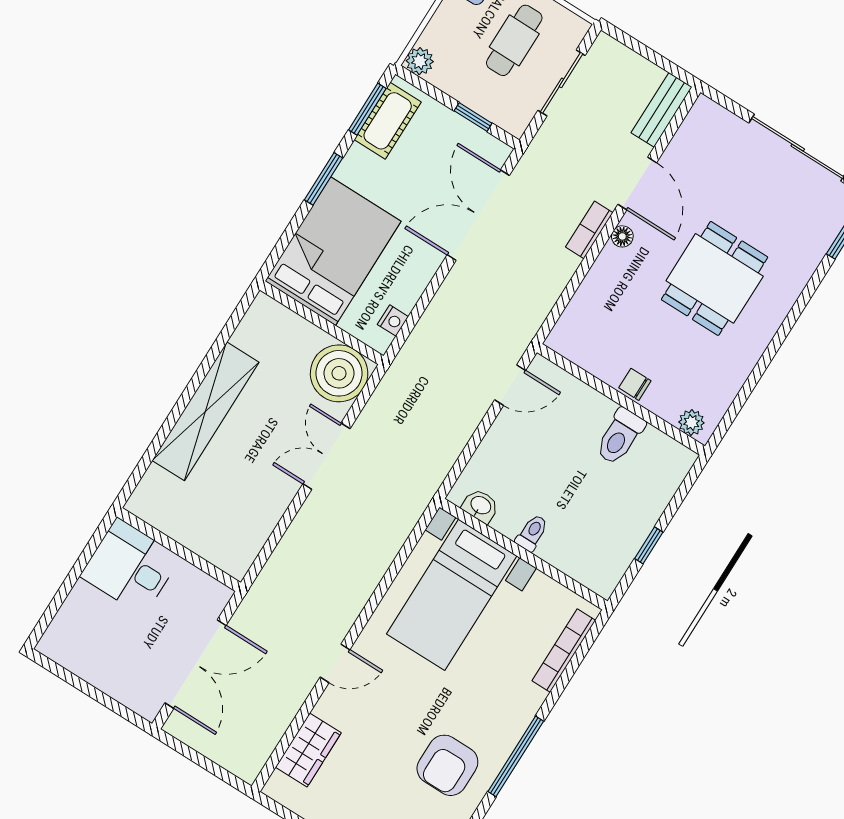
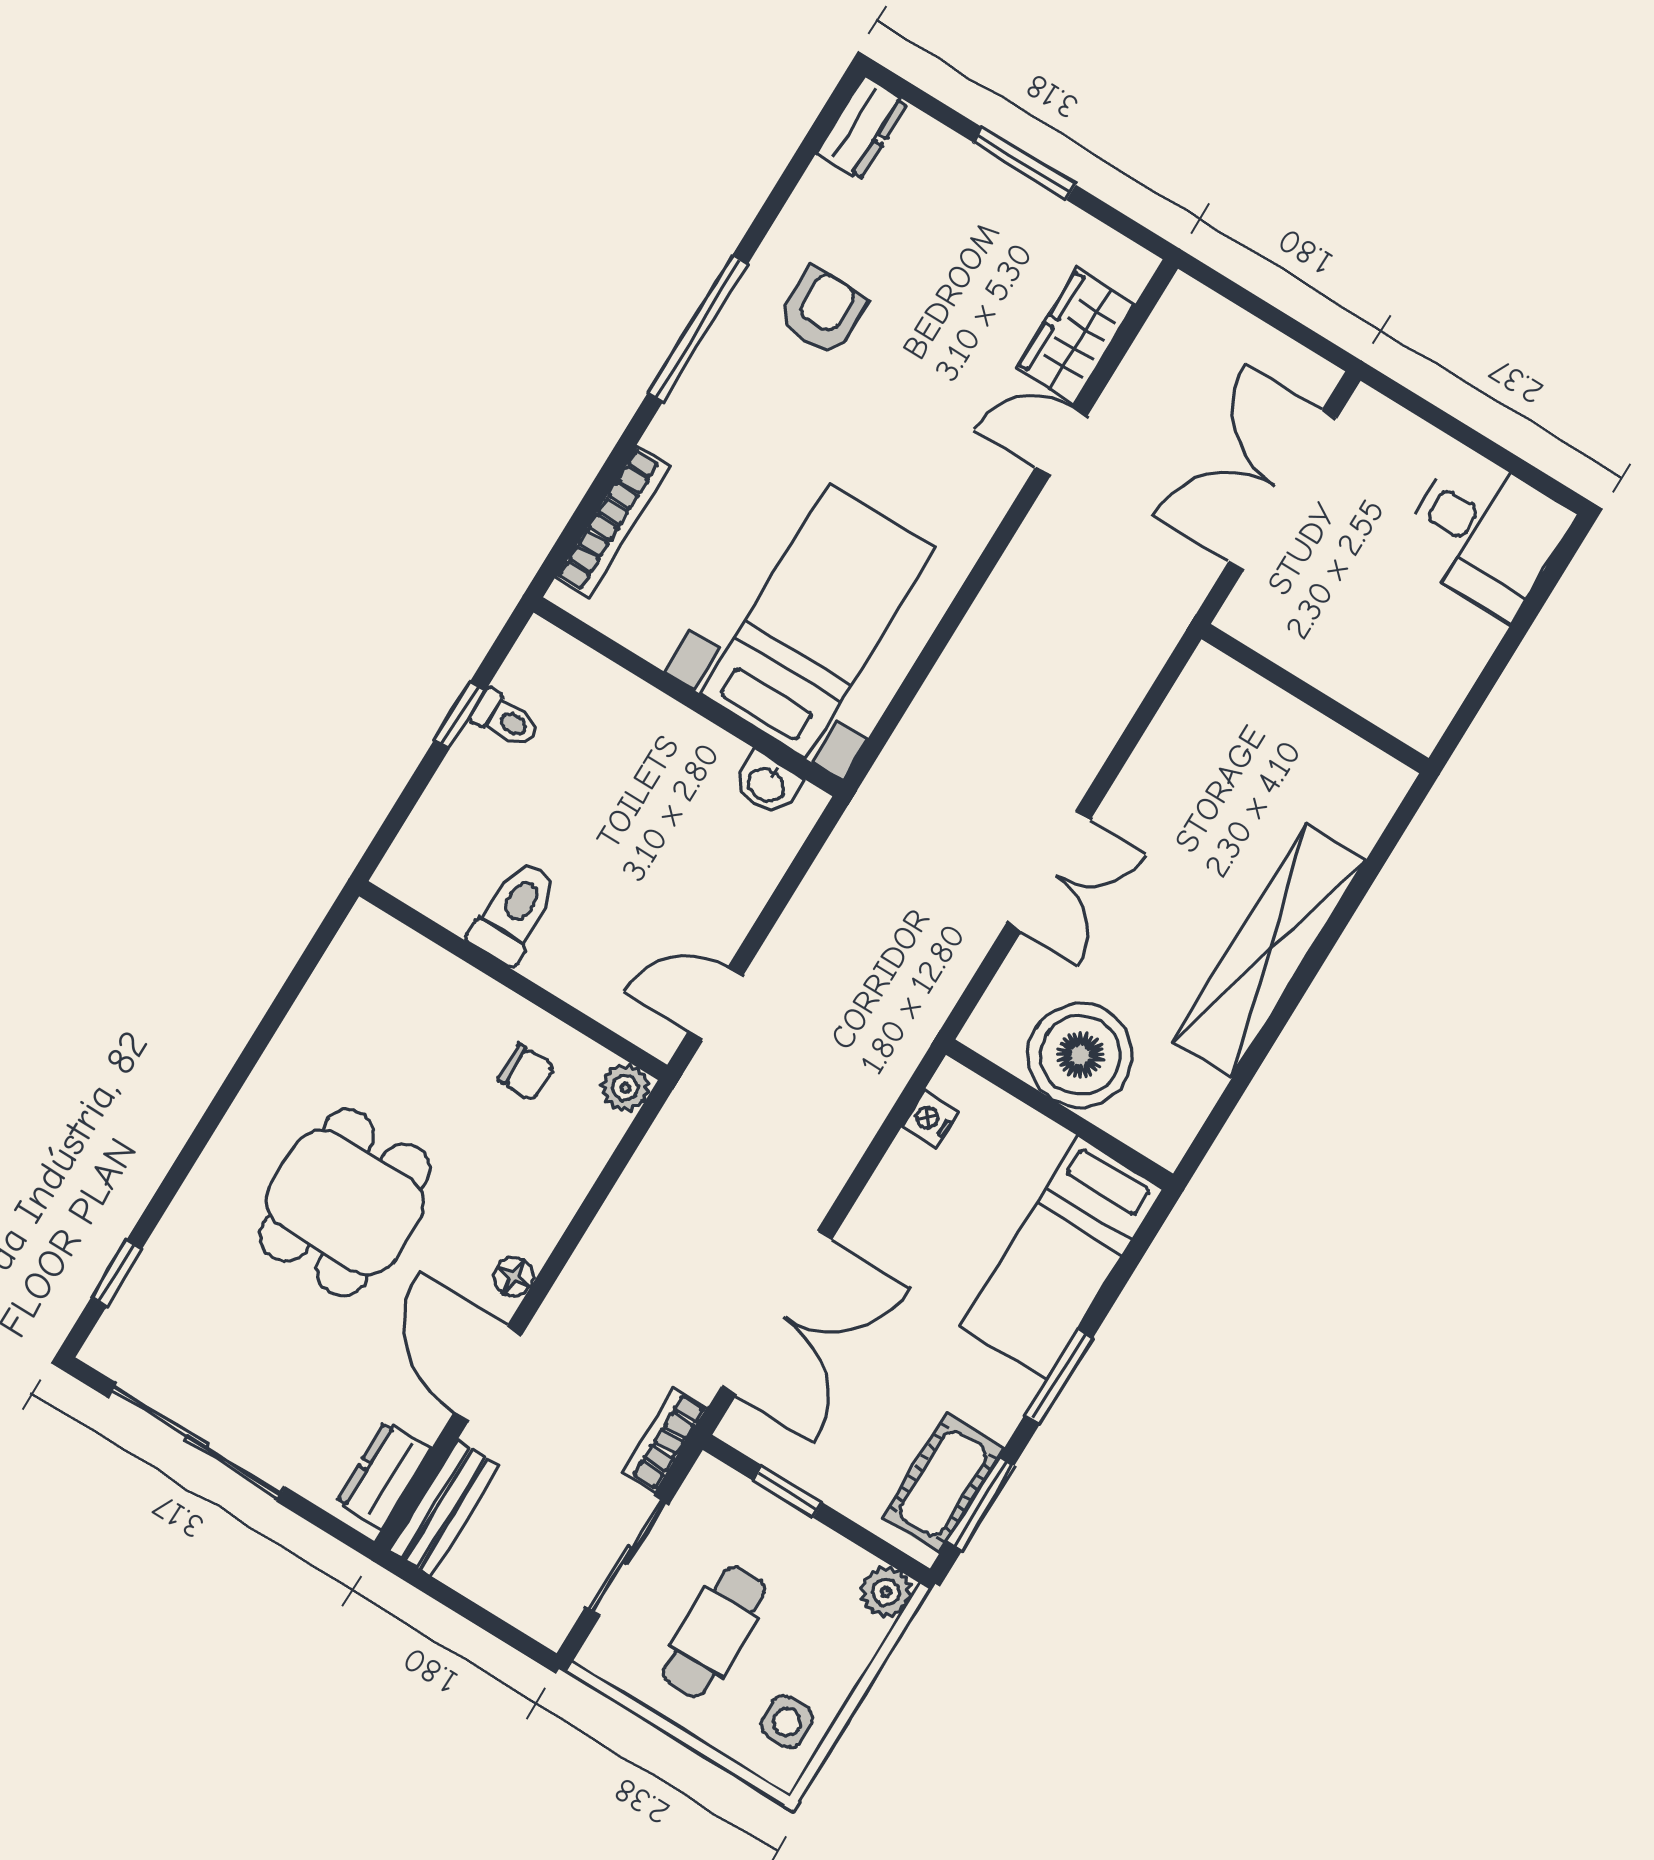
dresser: (695, 128) -> (383, 1475), added
bookcase: (589, 230) -> (665, 1439), moved, turned 180
bed: (333, 251) -> (1062, 1258), width x0.67
boiler: (339, 373) -> (1080, 1055), moved
chair: (635, 384) -> (526, 1073), moved
plant: (691, 422) -> (625, 1088), moved
toilet: (532, 533) -> (505, 719), moved, turned -90
desk: (130, 567) -> (1485, 533), moved
door: (335, 663) -> (1061, 442), moved
armchair: (447, 765) -> (822, 311), width x0.72, depth x0.72

